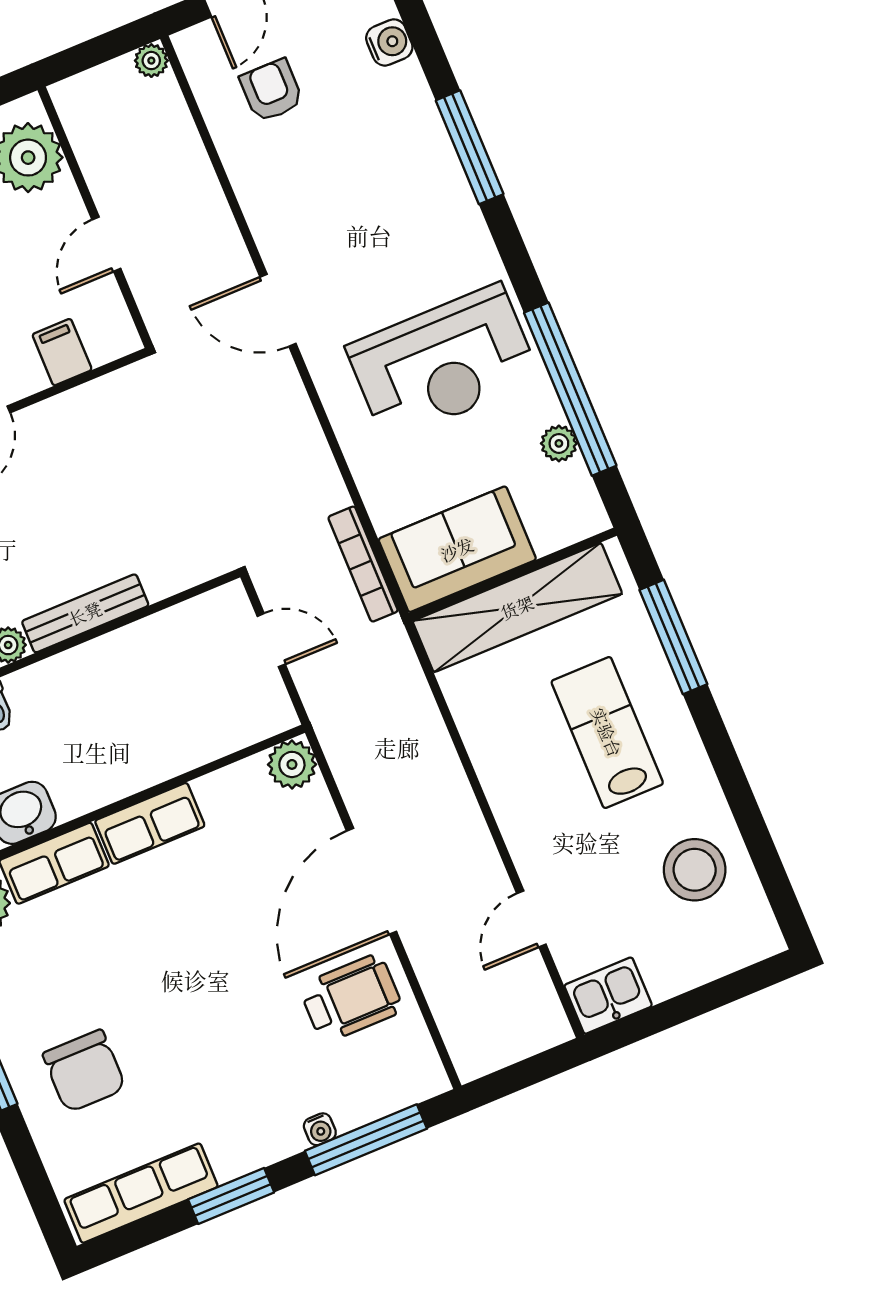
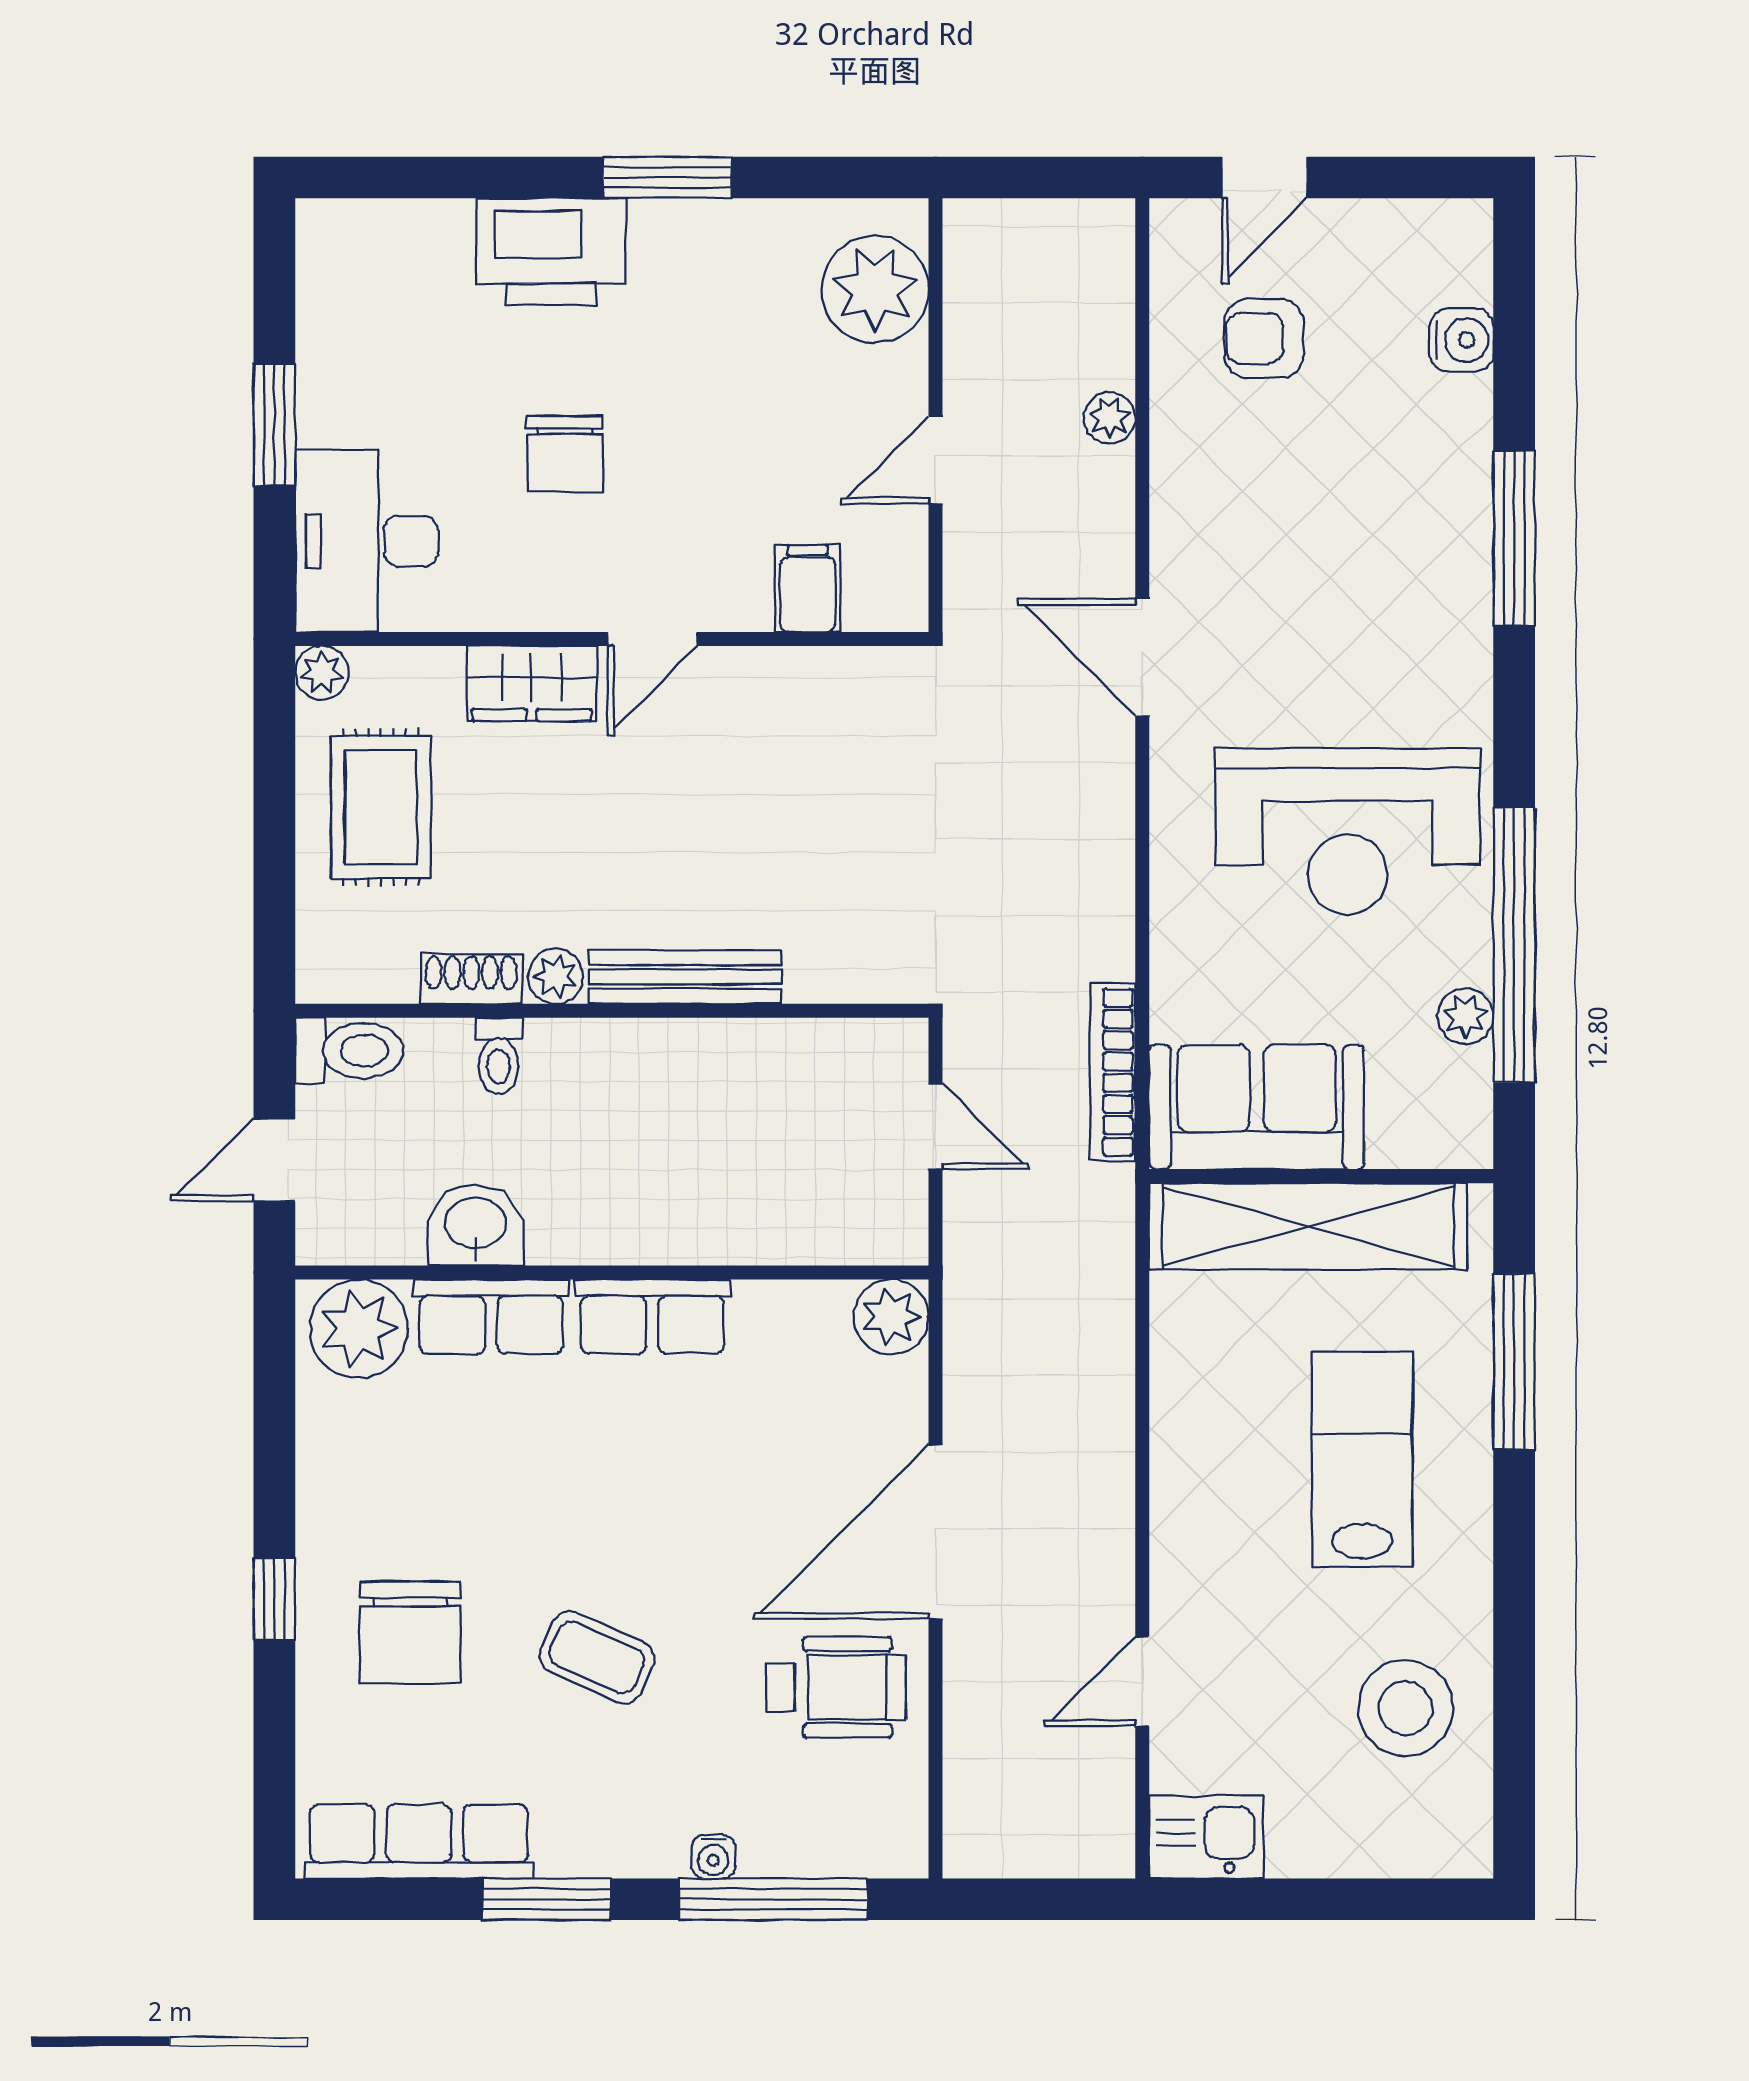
plant: (151, 61) -> (1110, 418), moved
armchair: (272, 90) -> (1264, 338), turned -90
coffee table: (201, 1040) -> (597, 1657), added

